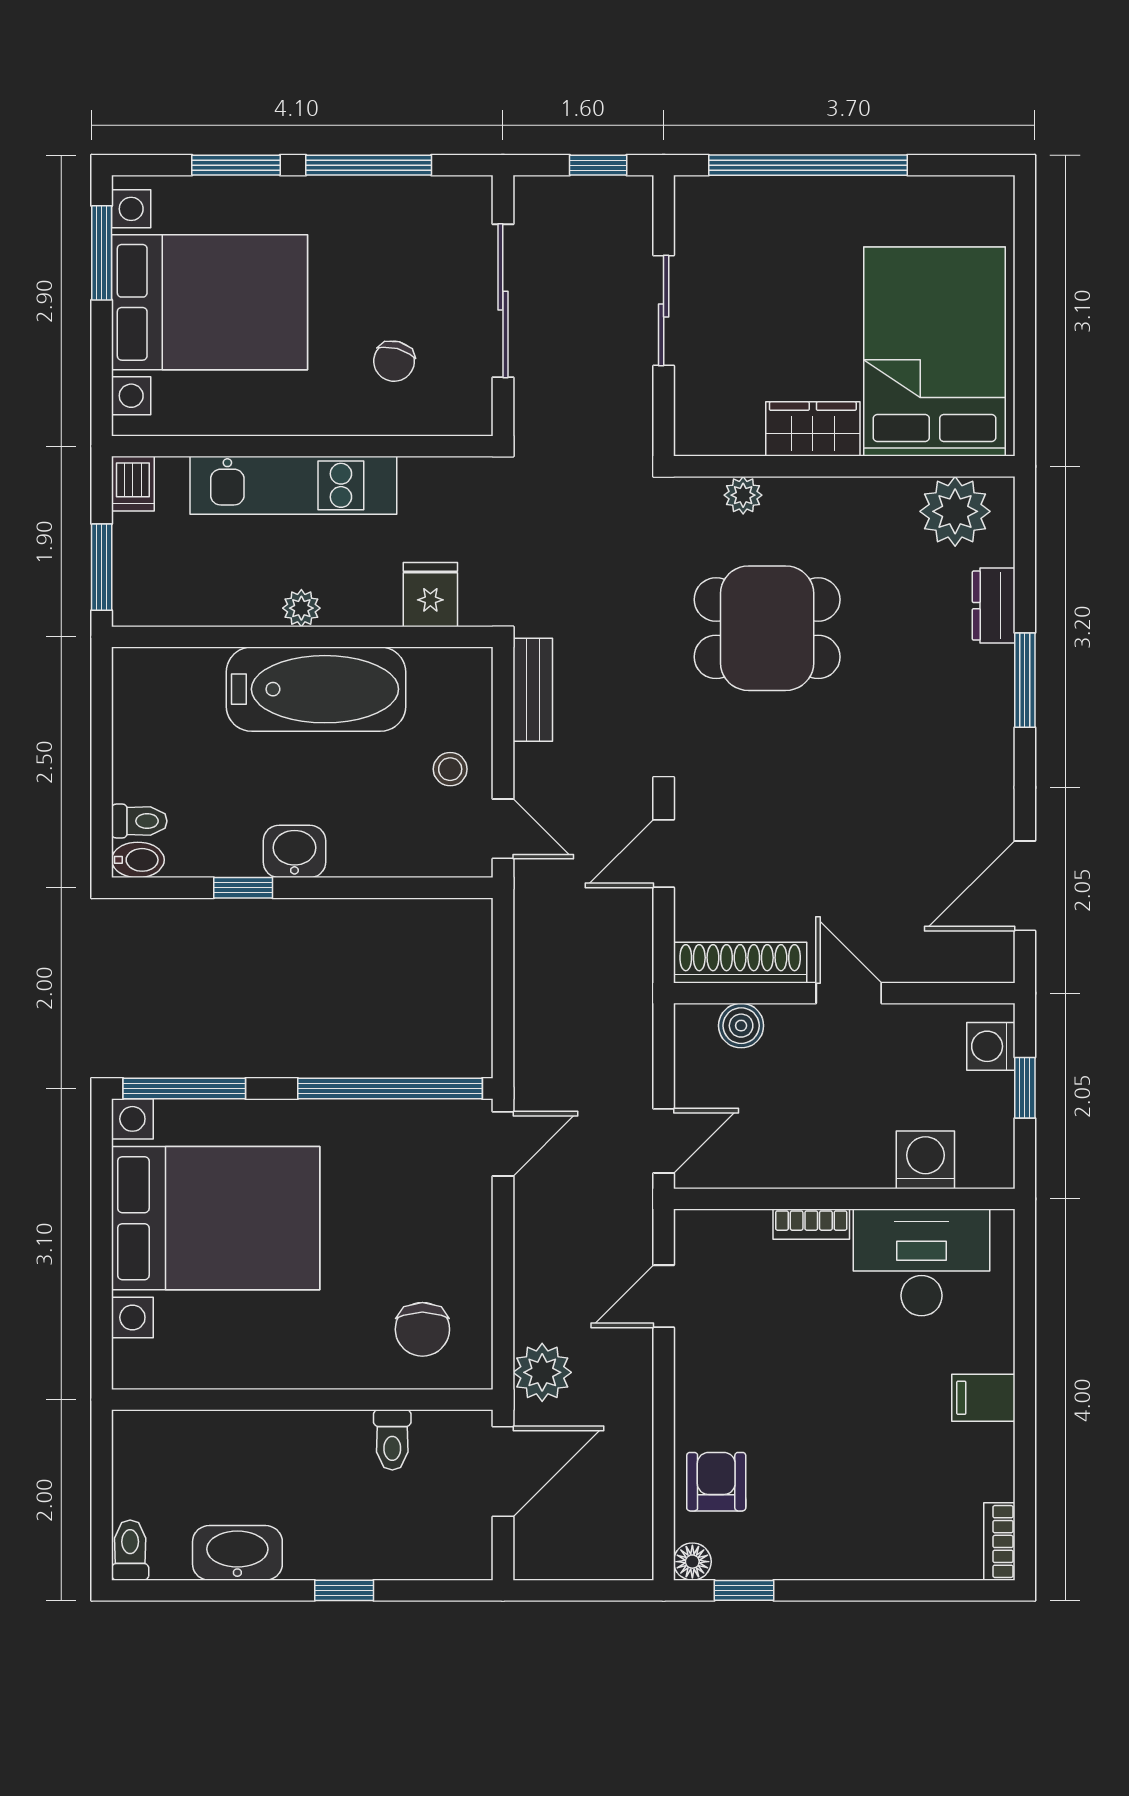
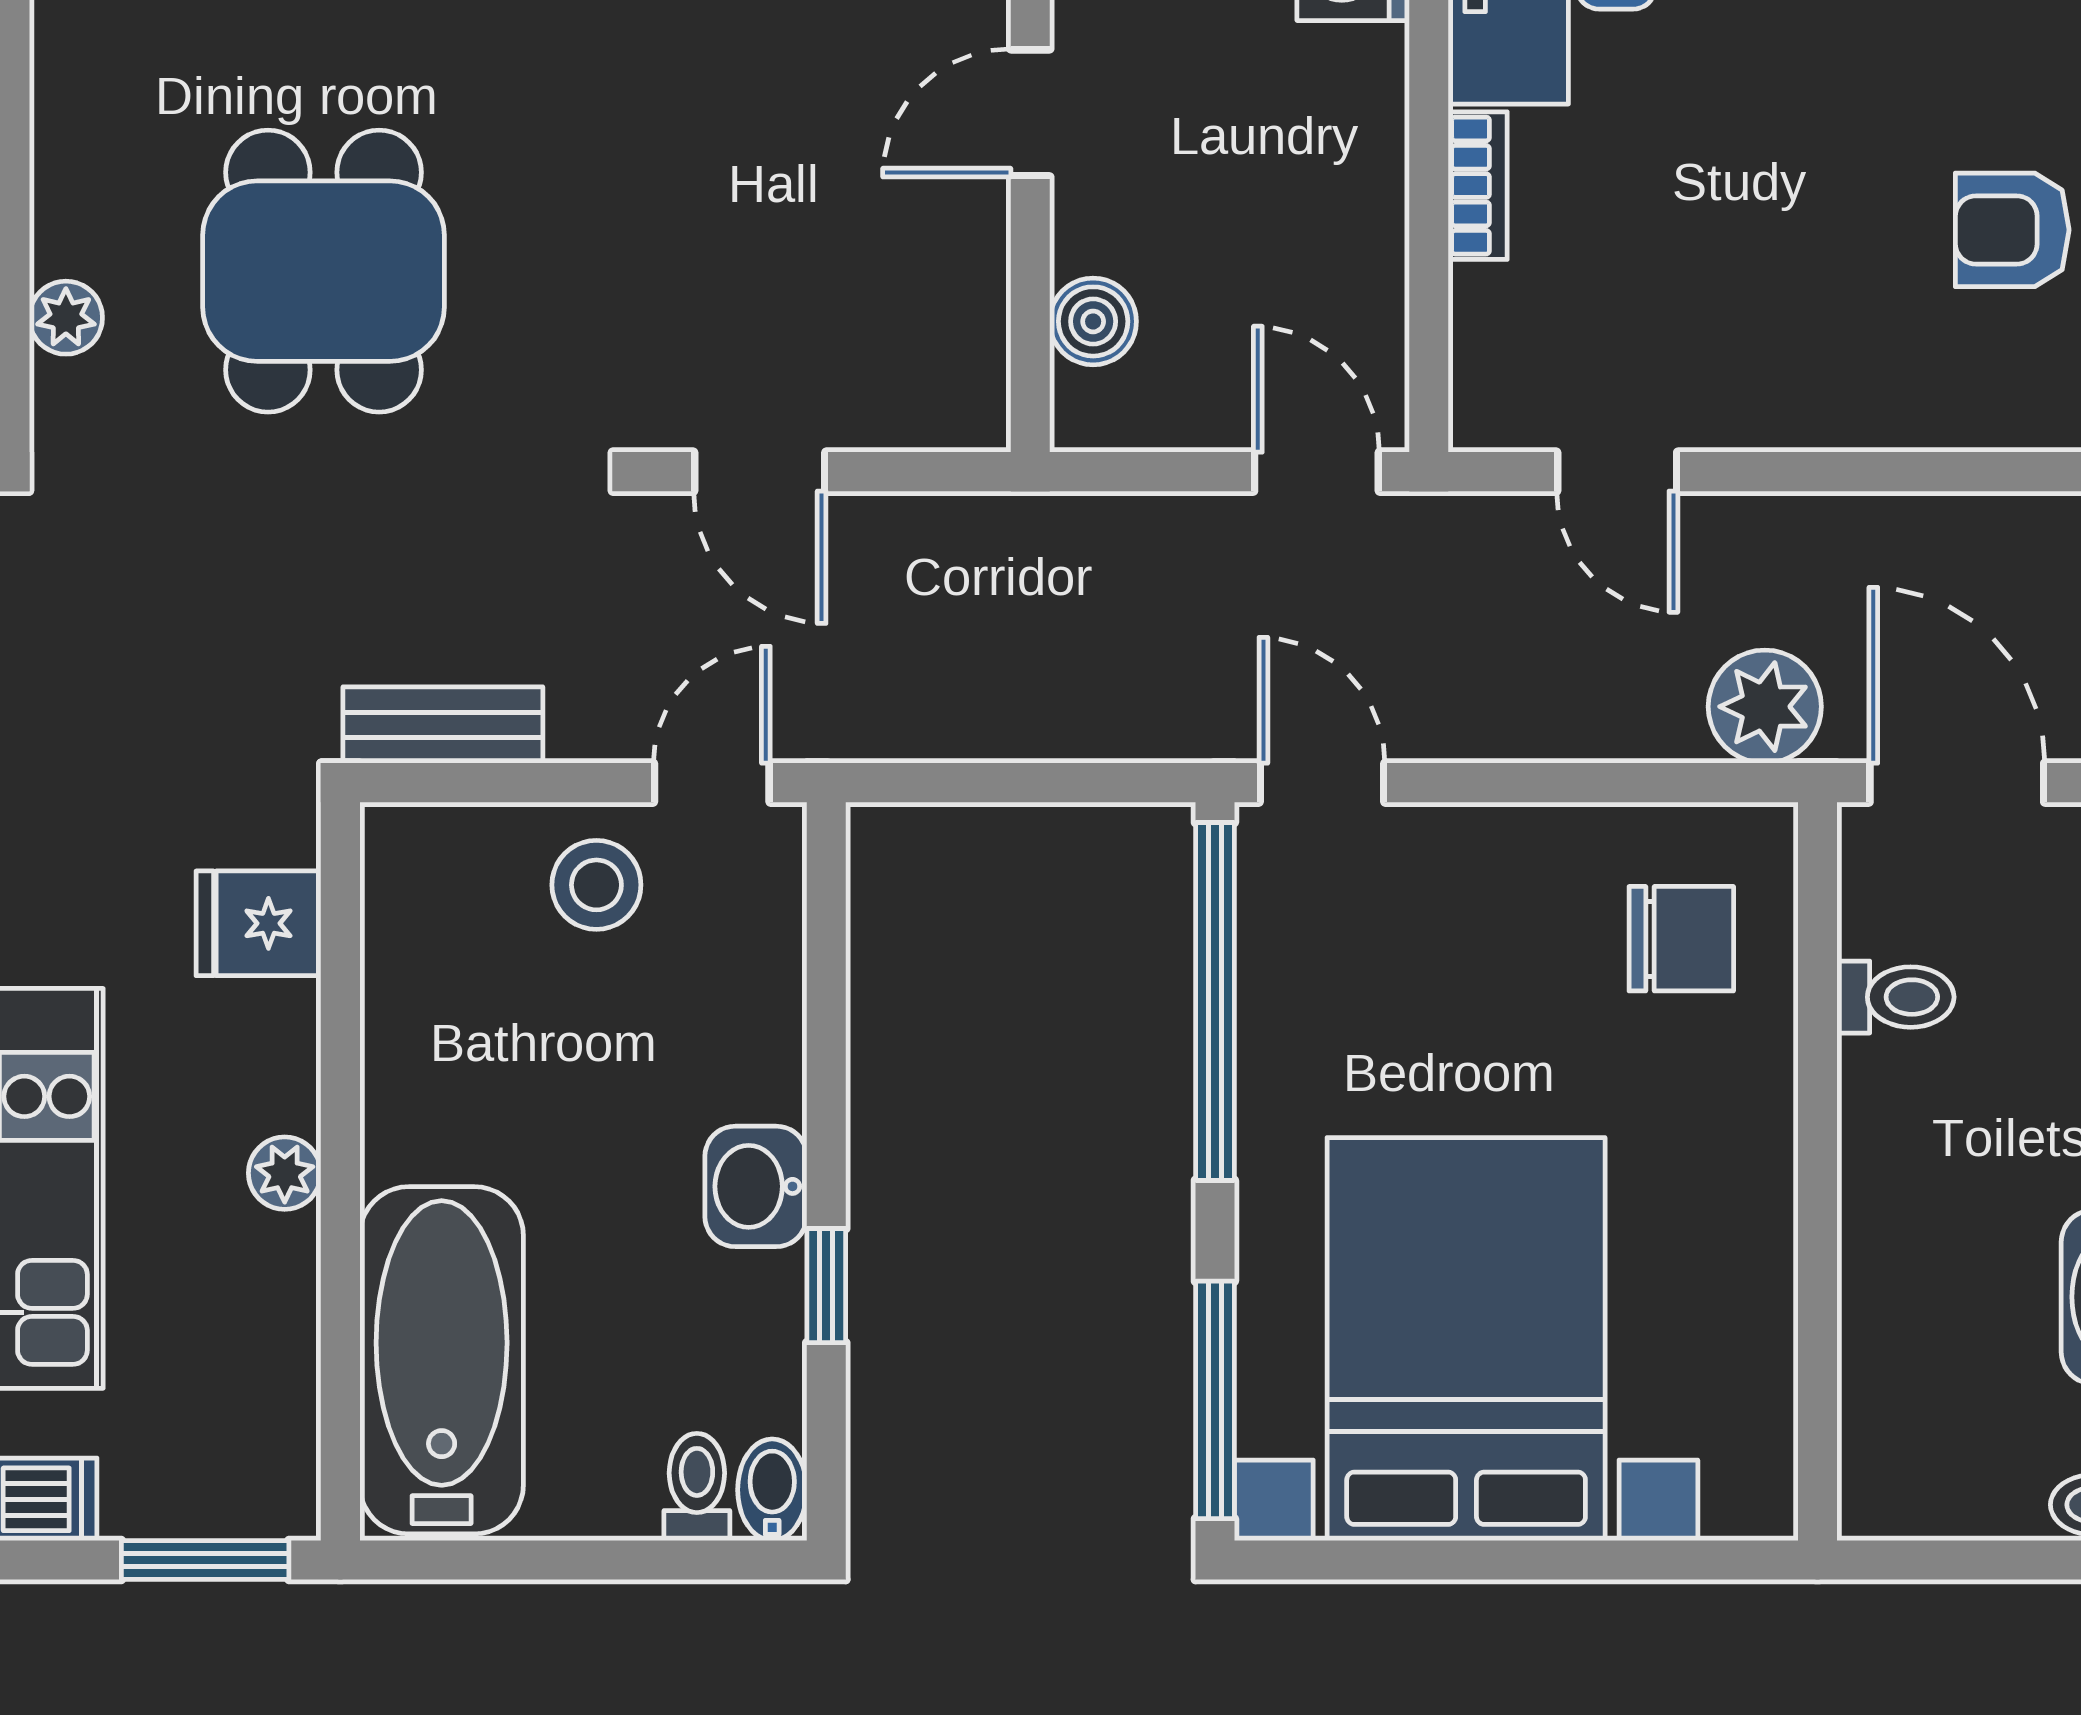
bathtub: (316, 689) -> (442, 1360), moved
stool: (450, 769) -> (596, 885), width x1.37, depth x1.37
shoe rack: (740, 963) -> (971, 323), removed
armchair: (716, 1482) -> (2012, 230), moved

